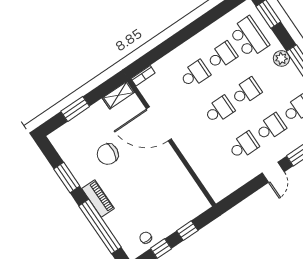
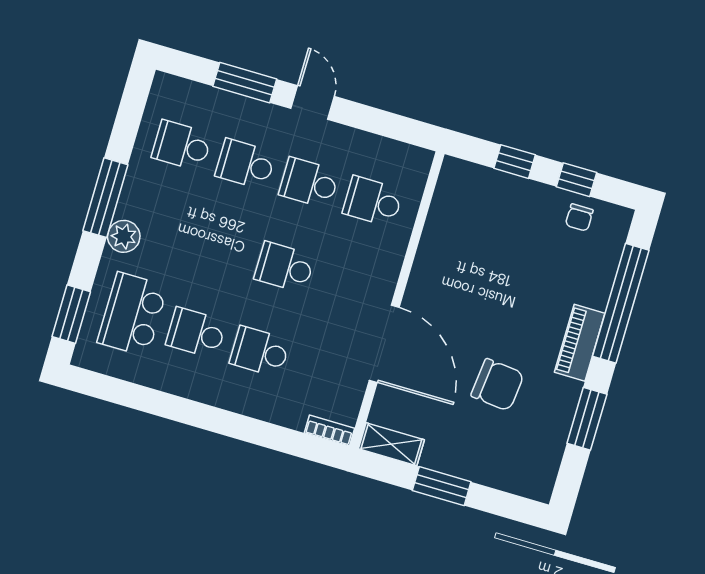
school desk: (246, 92) -> (373, 201), moved
window: (75, 109) -> (442, 486), moved
door: (273, 172) -> (313, 102), hinge flipped

